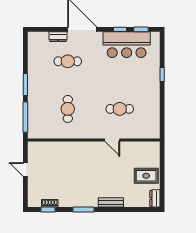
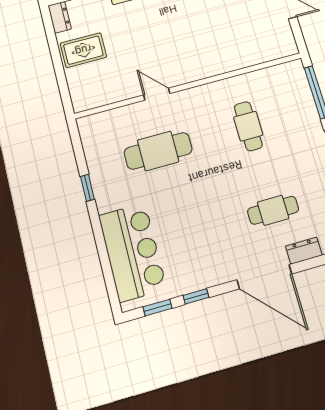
bar counter: (127, 45) -> (132, 252), moved, turned 90
window: (162, 74) -> (87, 188), moved
cafe table: (120, 109) -> (158, 151), width x1.37, depth x1.35

